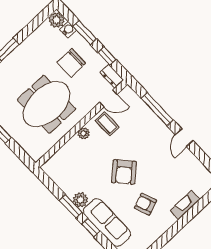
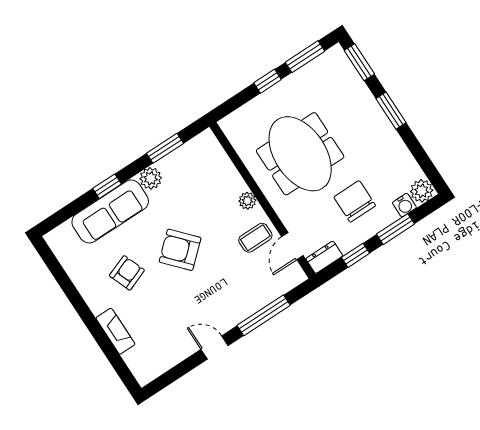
window: (71, 206) -> (165, 148), moved

